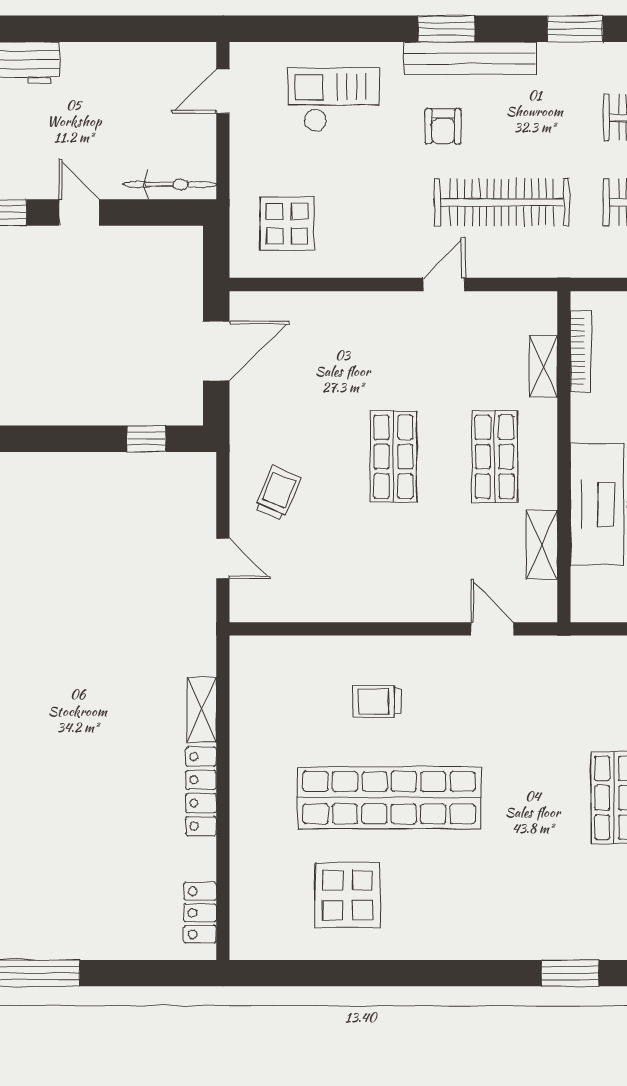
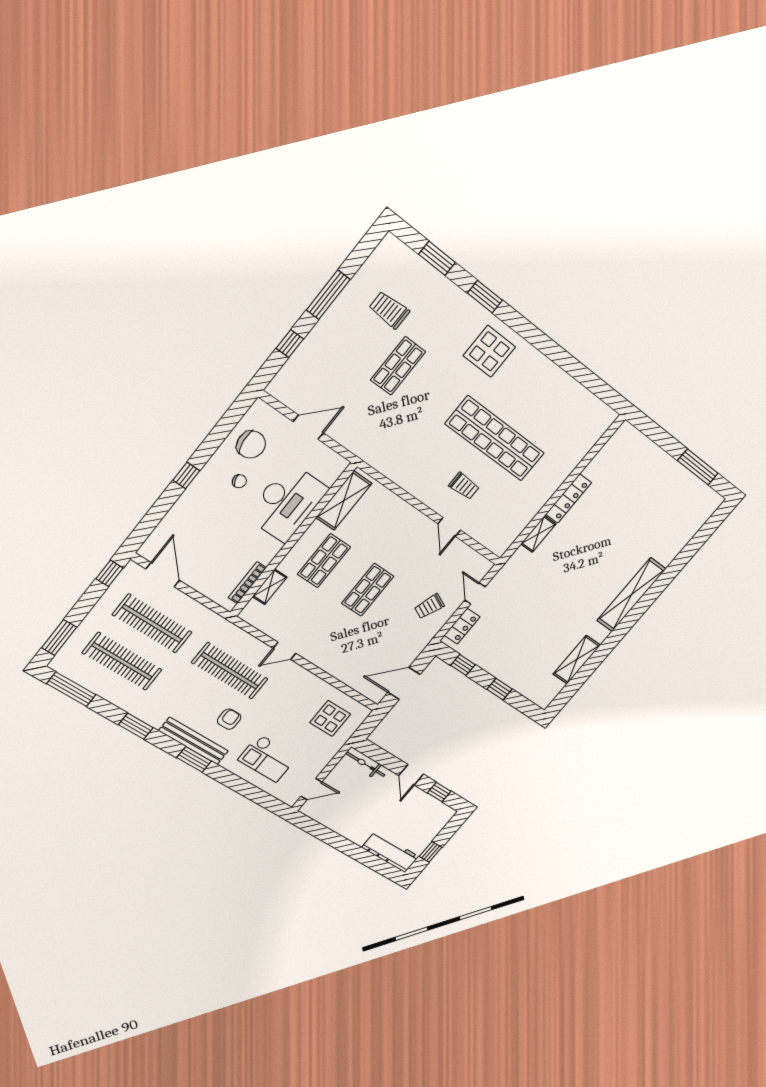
window: (53, 439) -> (500, 689), added
shelving: (542, 545) -> (344, 501), width x1.50, depth x1.33
door: (492, 629) -> (449, 527), moved
display table: (347, 895) -> (489, 351), moved
locker: (200, 913) -> (462, 626), moved

